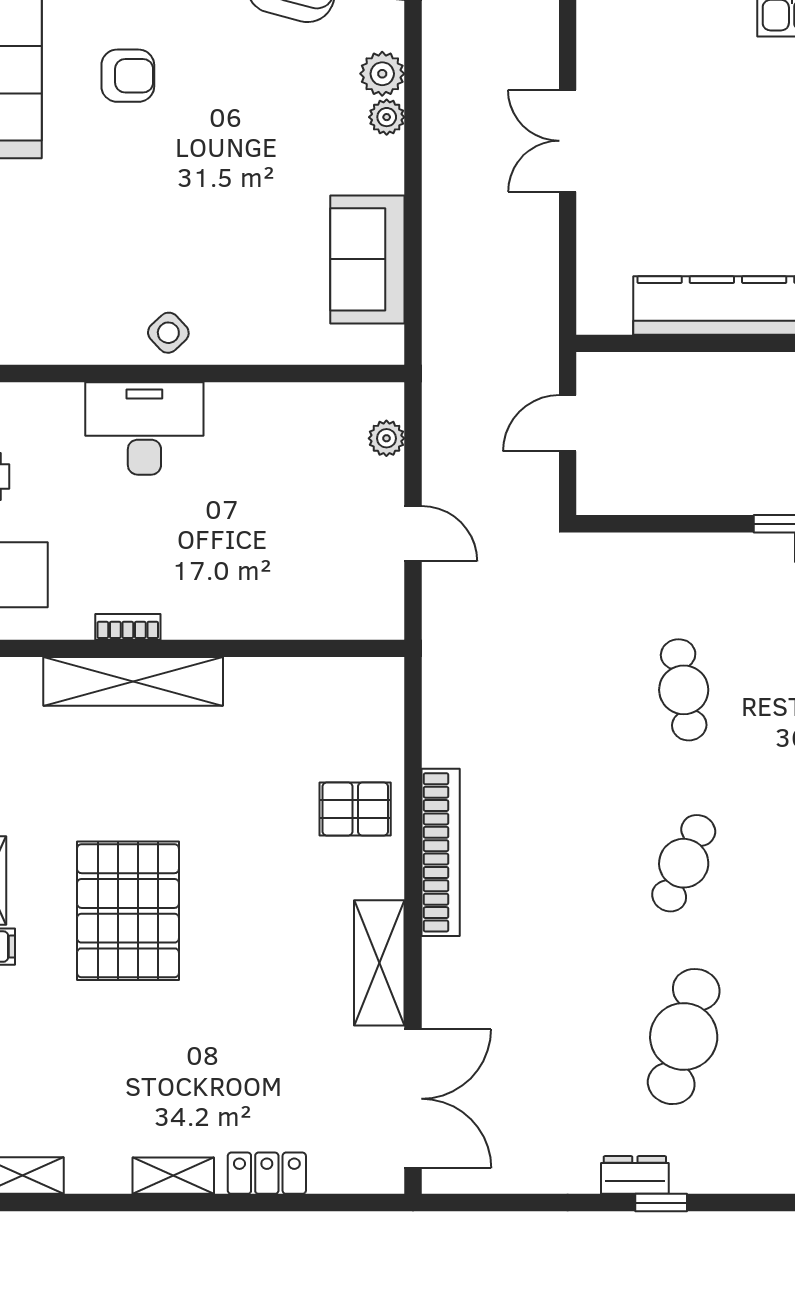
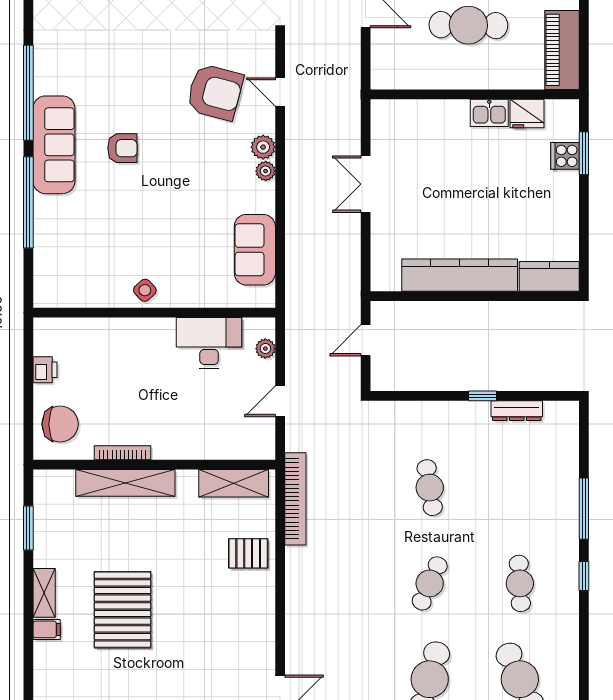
desk: (144, 428) -> (209, 343), moved
door: (413, 534) -> (280, 401), swing flipped
bookcase: (128, 627) -> (122, 453), width x1.56
bookcase: (441, 852) -> (295, 499), moved
shelving: (379, 963) -> (234, 483), moved, turned 90

